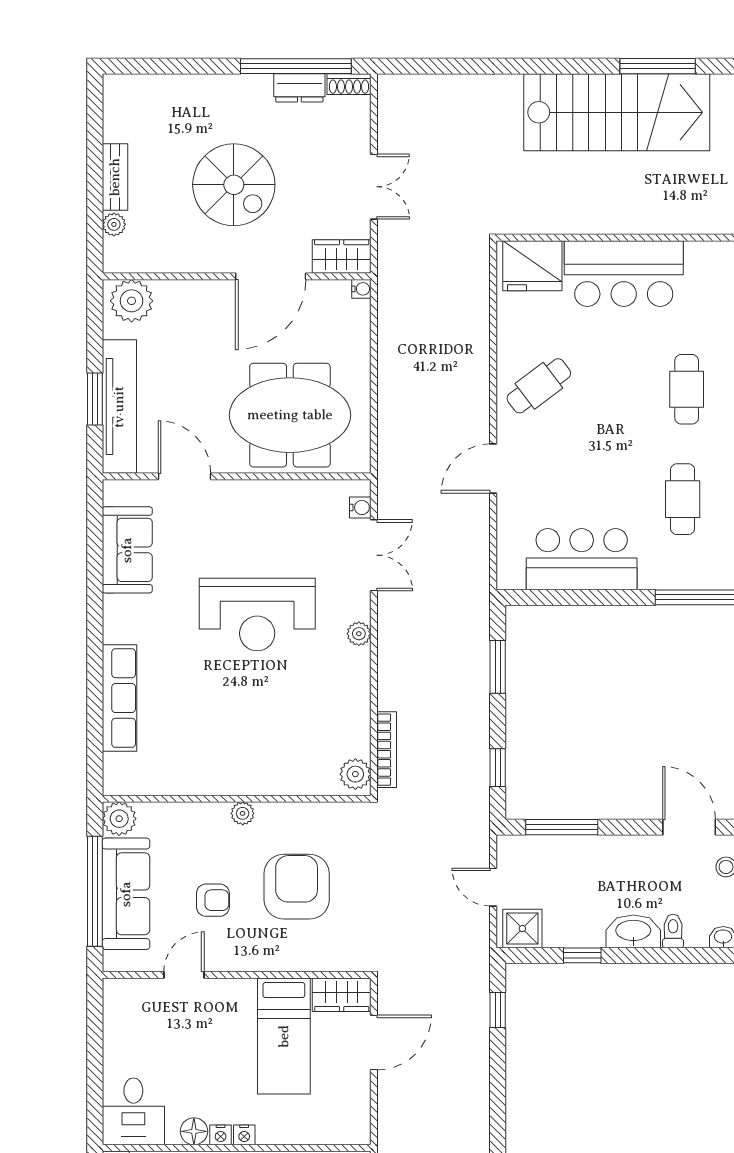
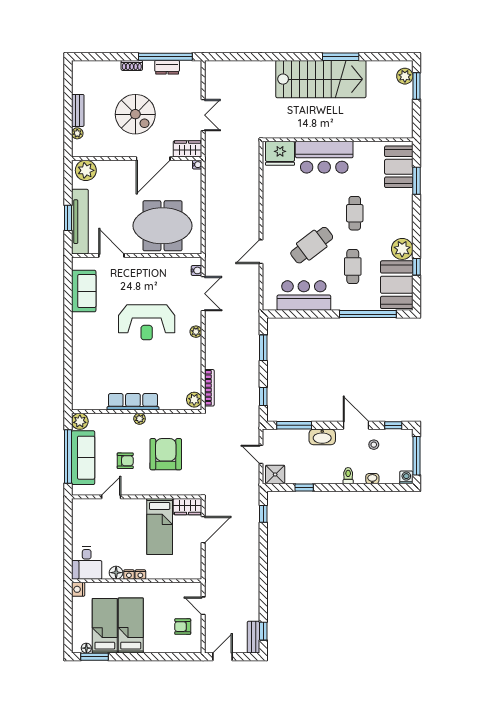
shoe rack: (349, 84) -> (132, 65), moved
cafe table: (539, 386) -> (312, 245), moved, width x1.37, depth x1.35
row of seats: (119, 698) -> (133, 402), moved, turned -90
washbasin: (633, 931) -> (322, 437), moved, turned 180

